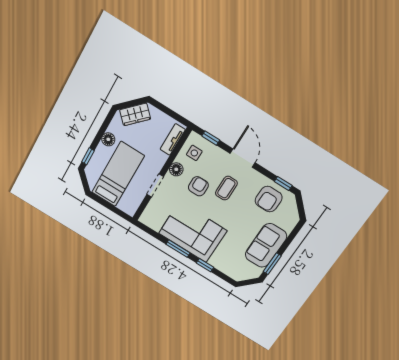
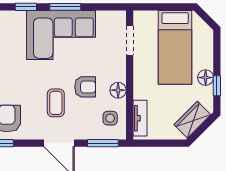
window: (211, 138) -> (103, 143), width x1.50
window: (88, 156) -> (217, 86), moved
doorway: (155, 185) -> (130, 41), moved
armchair: (198, 186) -> (85, 87), turned -90

